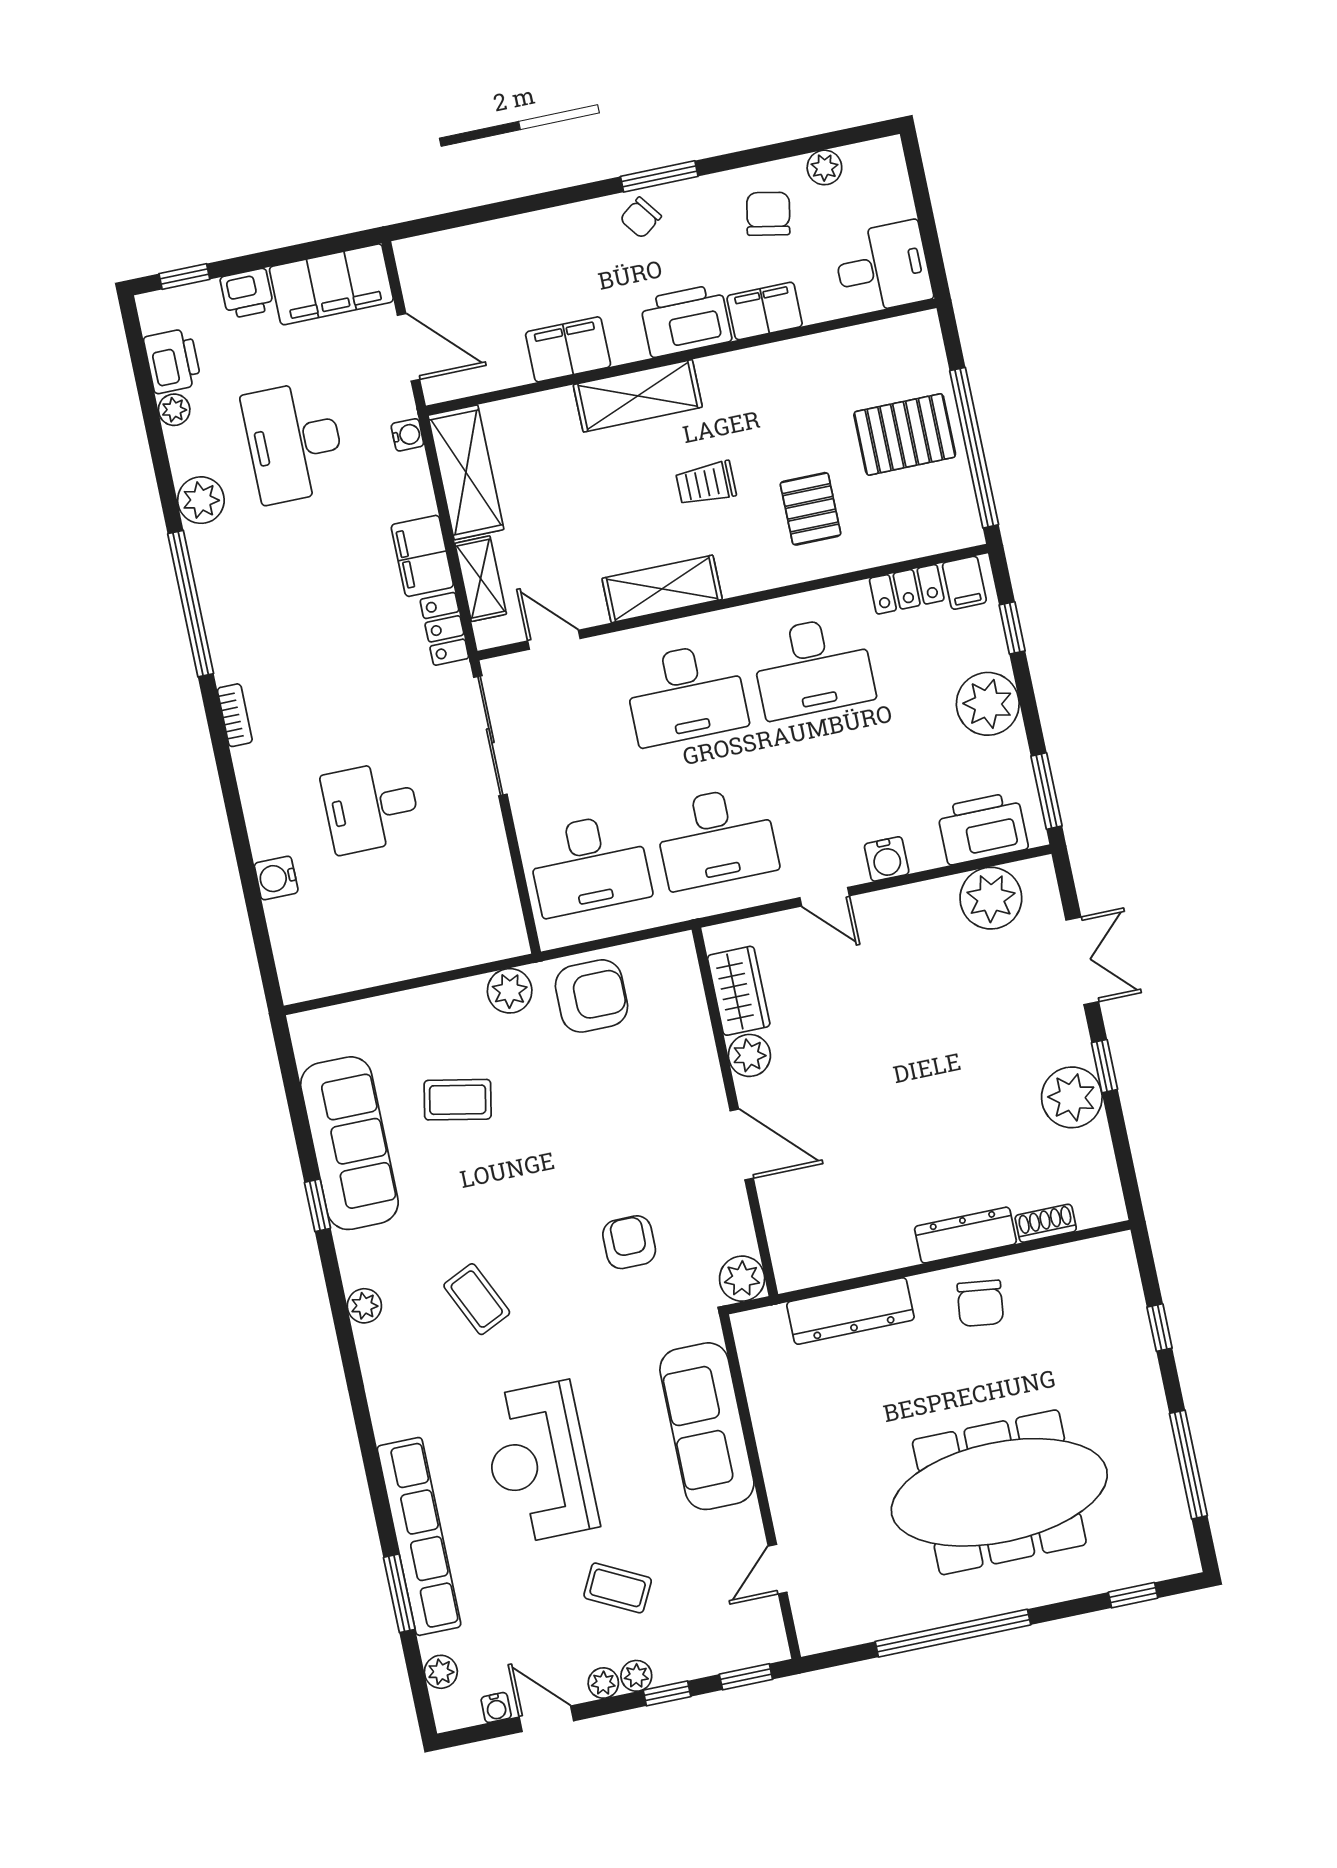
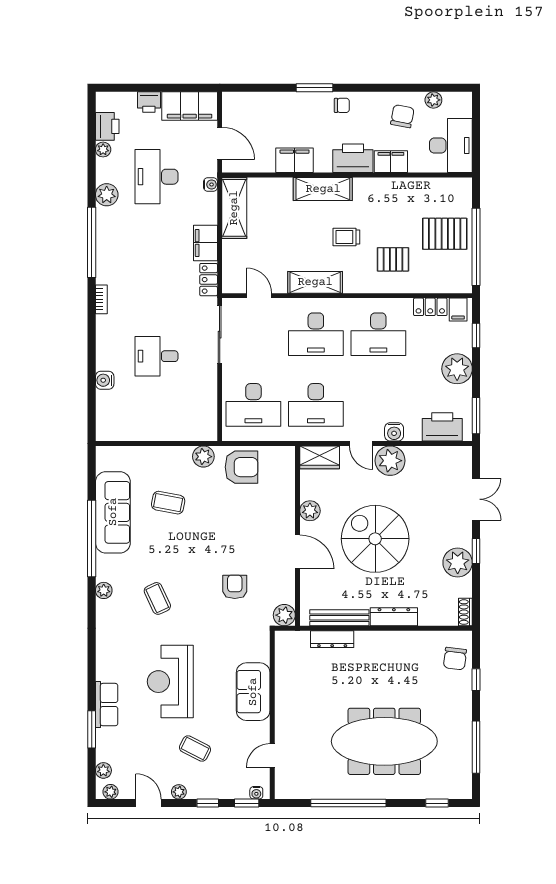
window: (659, 176) -> (315, 88), moved
chair: (641, 218) -> (342, 105), turned -143
desk: (883, 268) -> (451, 146), width x1.37
window: (184, 276) -> (121, 88), removed
pallet: (811, 509) -> (393, 259), turned 90
shelving: (481, 579) -> (231, 260), removed
plant: (991, 898) -> (390, 461), moved
wardrobe: (739, 991) -> (320, 457), moved, turned 90
spiral stairs: (894, 1084) -> (375, 539), added
window: (317, 1205) -> (92, 539), width x3.17
shoe rack: (1046, 1223) -> (465, 612), moved, turned -90
bench: (855, 1260) -> (339, 618), added
chair: (980, 1303) -> (455, 659), moved
dresser: (850, 1311) -> (332, 639), width x0.73, depth x0.80
sofa: (707, 1426) -> (253, 692), width x0.73
row of seats: (419, 1536) -> (107, 705), width x0.50
plant: (636, 1676) -> (111, 792), moved
water cooler: (496, 1708) -> (256, 793), moved

